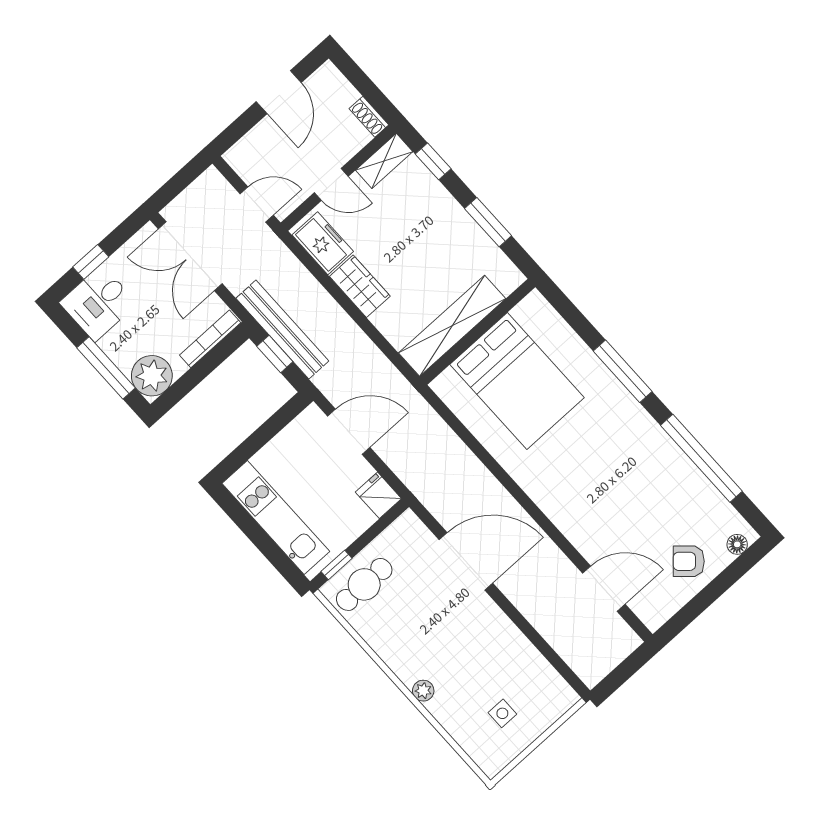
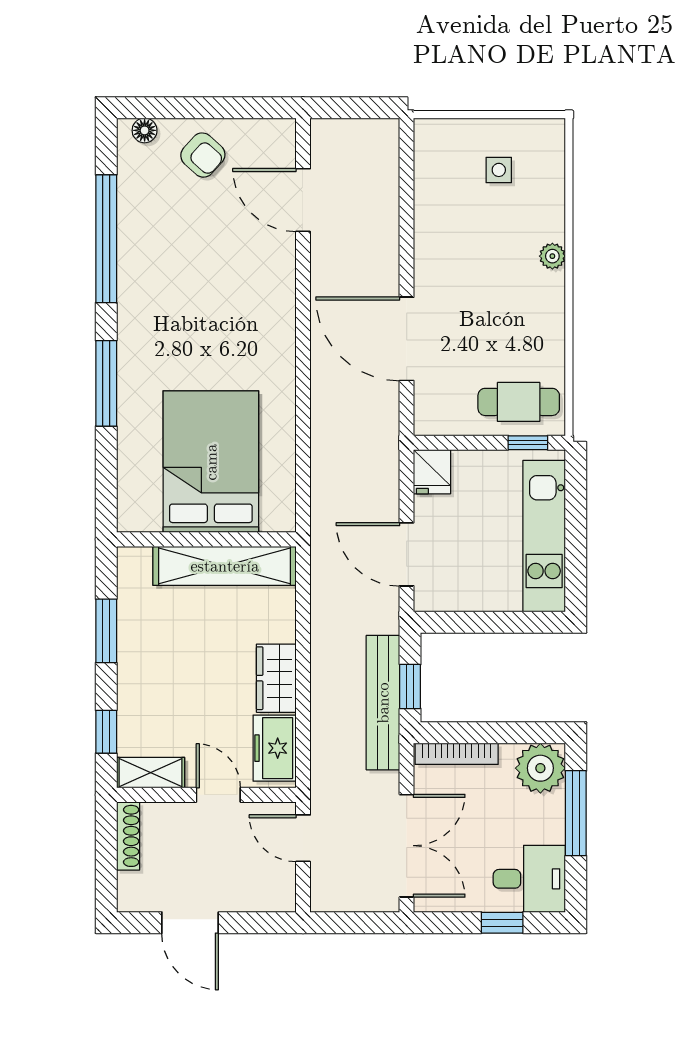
door: (279, 92) -> (190, 923), swing flipped
shoe rack: (369, 117) -> (128, 836), width x1.43

